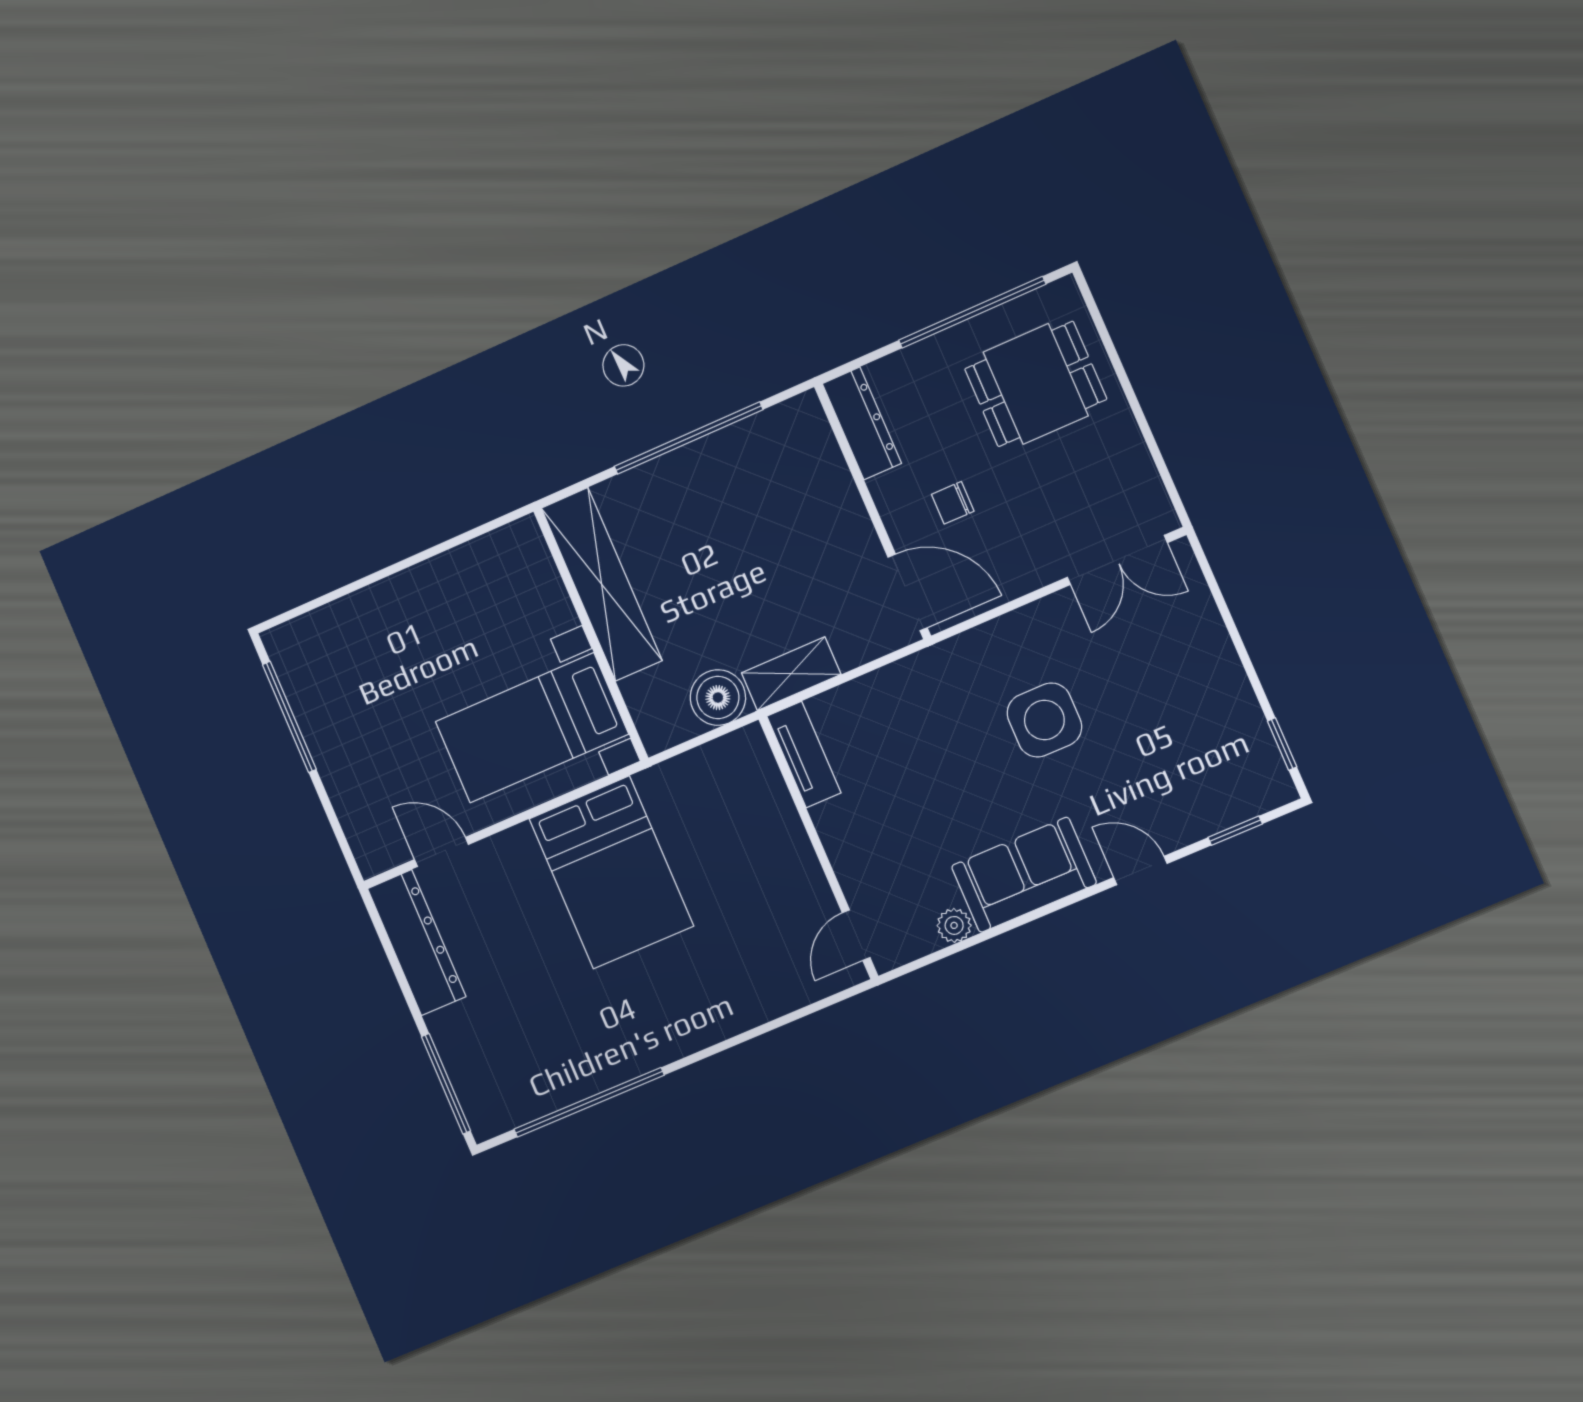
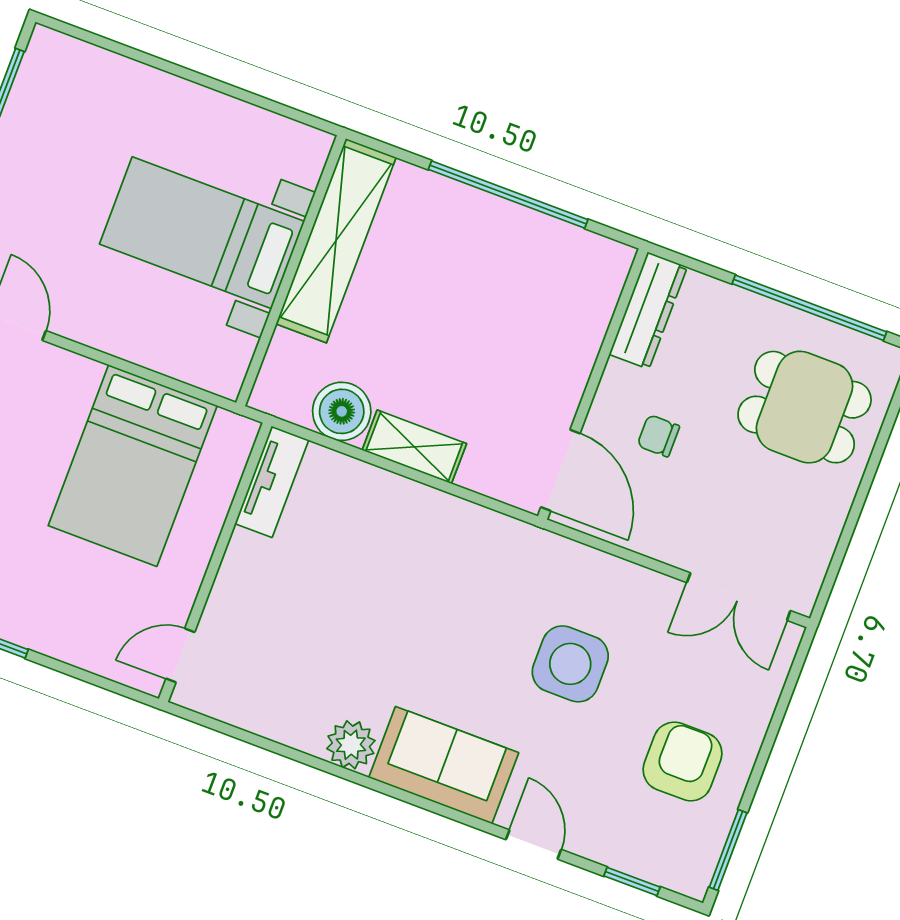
armchair: (1189, 713) -> (683, 761), added
bed with nightstands: (532, 728) -> (202, 233), moved
window: (1282, 744) -> (728, 850), width x1.50
tv unit: (804, 755) -> (272, 482), moved
wall: (818, 848) -> (215, 562), moved
plant: (954, 925) -> (351, 745), width x1.38, depth x1.38
door: (856, 935) -> (180, 655), moved

